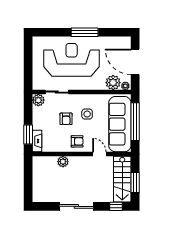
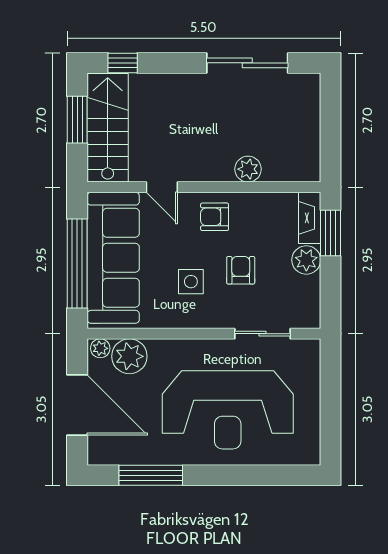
window: (85, 32) -> (151, 475), moved
plant: (38, 100) -> (306, 260), moved
sliding door: (76, 206) -> (247, 63), moved

